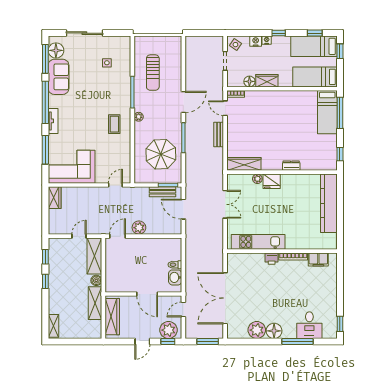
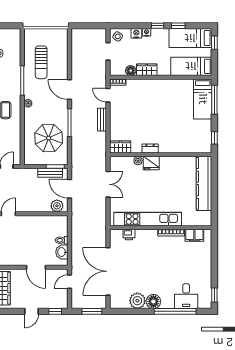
window: (315, 33) -> (178, 26), moved
door: (183, 102) -> (69, 90), swing flipped
wardrobe: (244, 164) -> (120, 147), width x0.67
dresser: (291, 166) -> (150, 148), moved
plant: (139, 228) -> (57, 206), moved
kitchen unit: (258, 242) -> (148, 219), width x1.36
printer: (272, 259) -> (129, 235), moved
plant: (169, 330) -> (56, 301), removed
window: (298, 342) -> (175, 311), width x1.46

